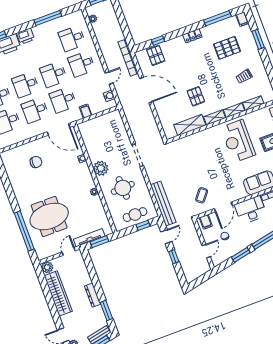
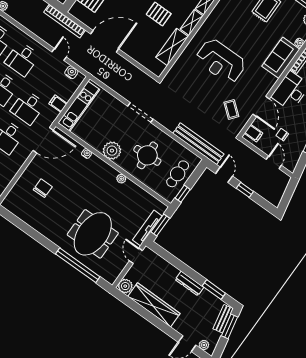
kitchen unit: (99, 123) -> (79, 106), added
reception desk: (238, 141) -> (221, 61), moved
window: (143, 225) -> (183, 194), moved

